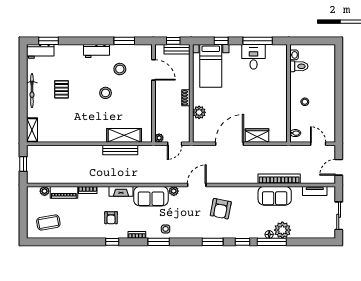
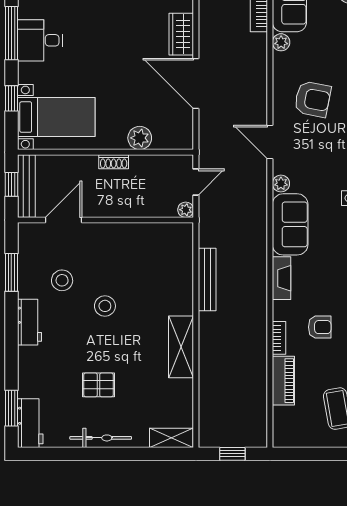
bench: (177, 49) -> (26, 186), width x1.36
shelving: (124, 135) -> (181, 347), moved
door: (175, 144) -> (196, 182), hinge flipped
plant: (45, 191) -> (281, 42), moved
armchair: (111, 218) -> (320, 327), moved

